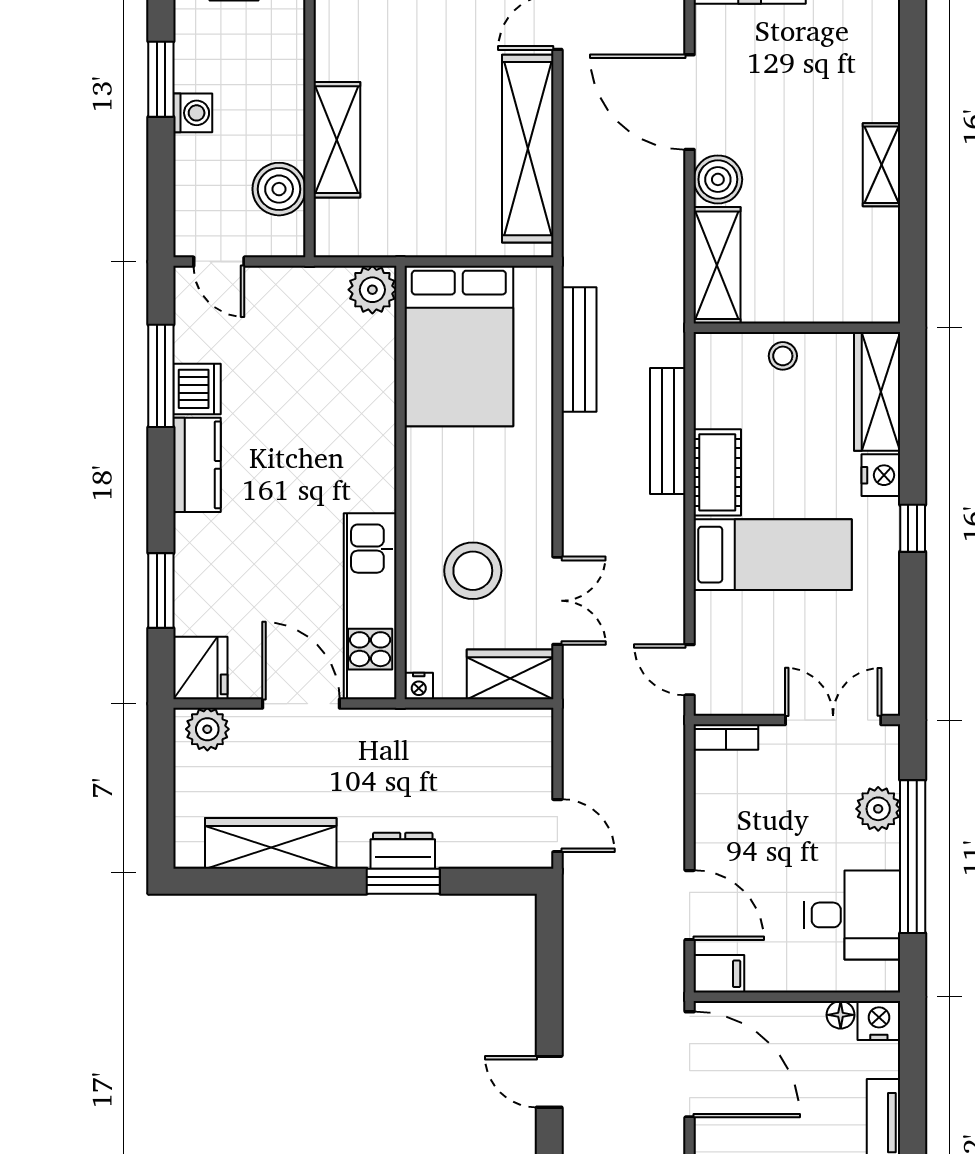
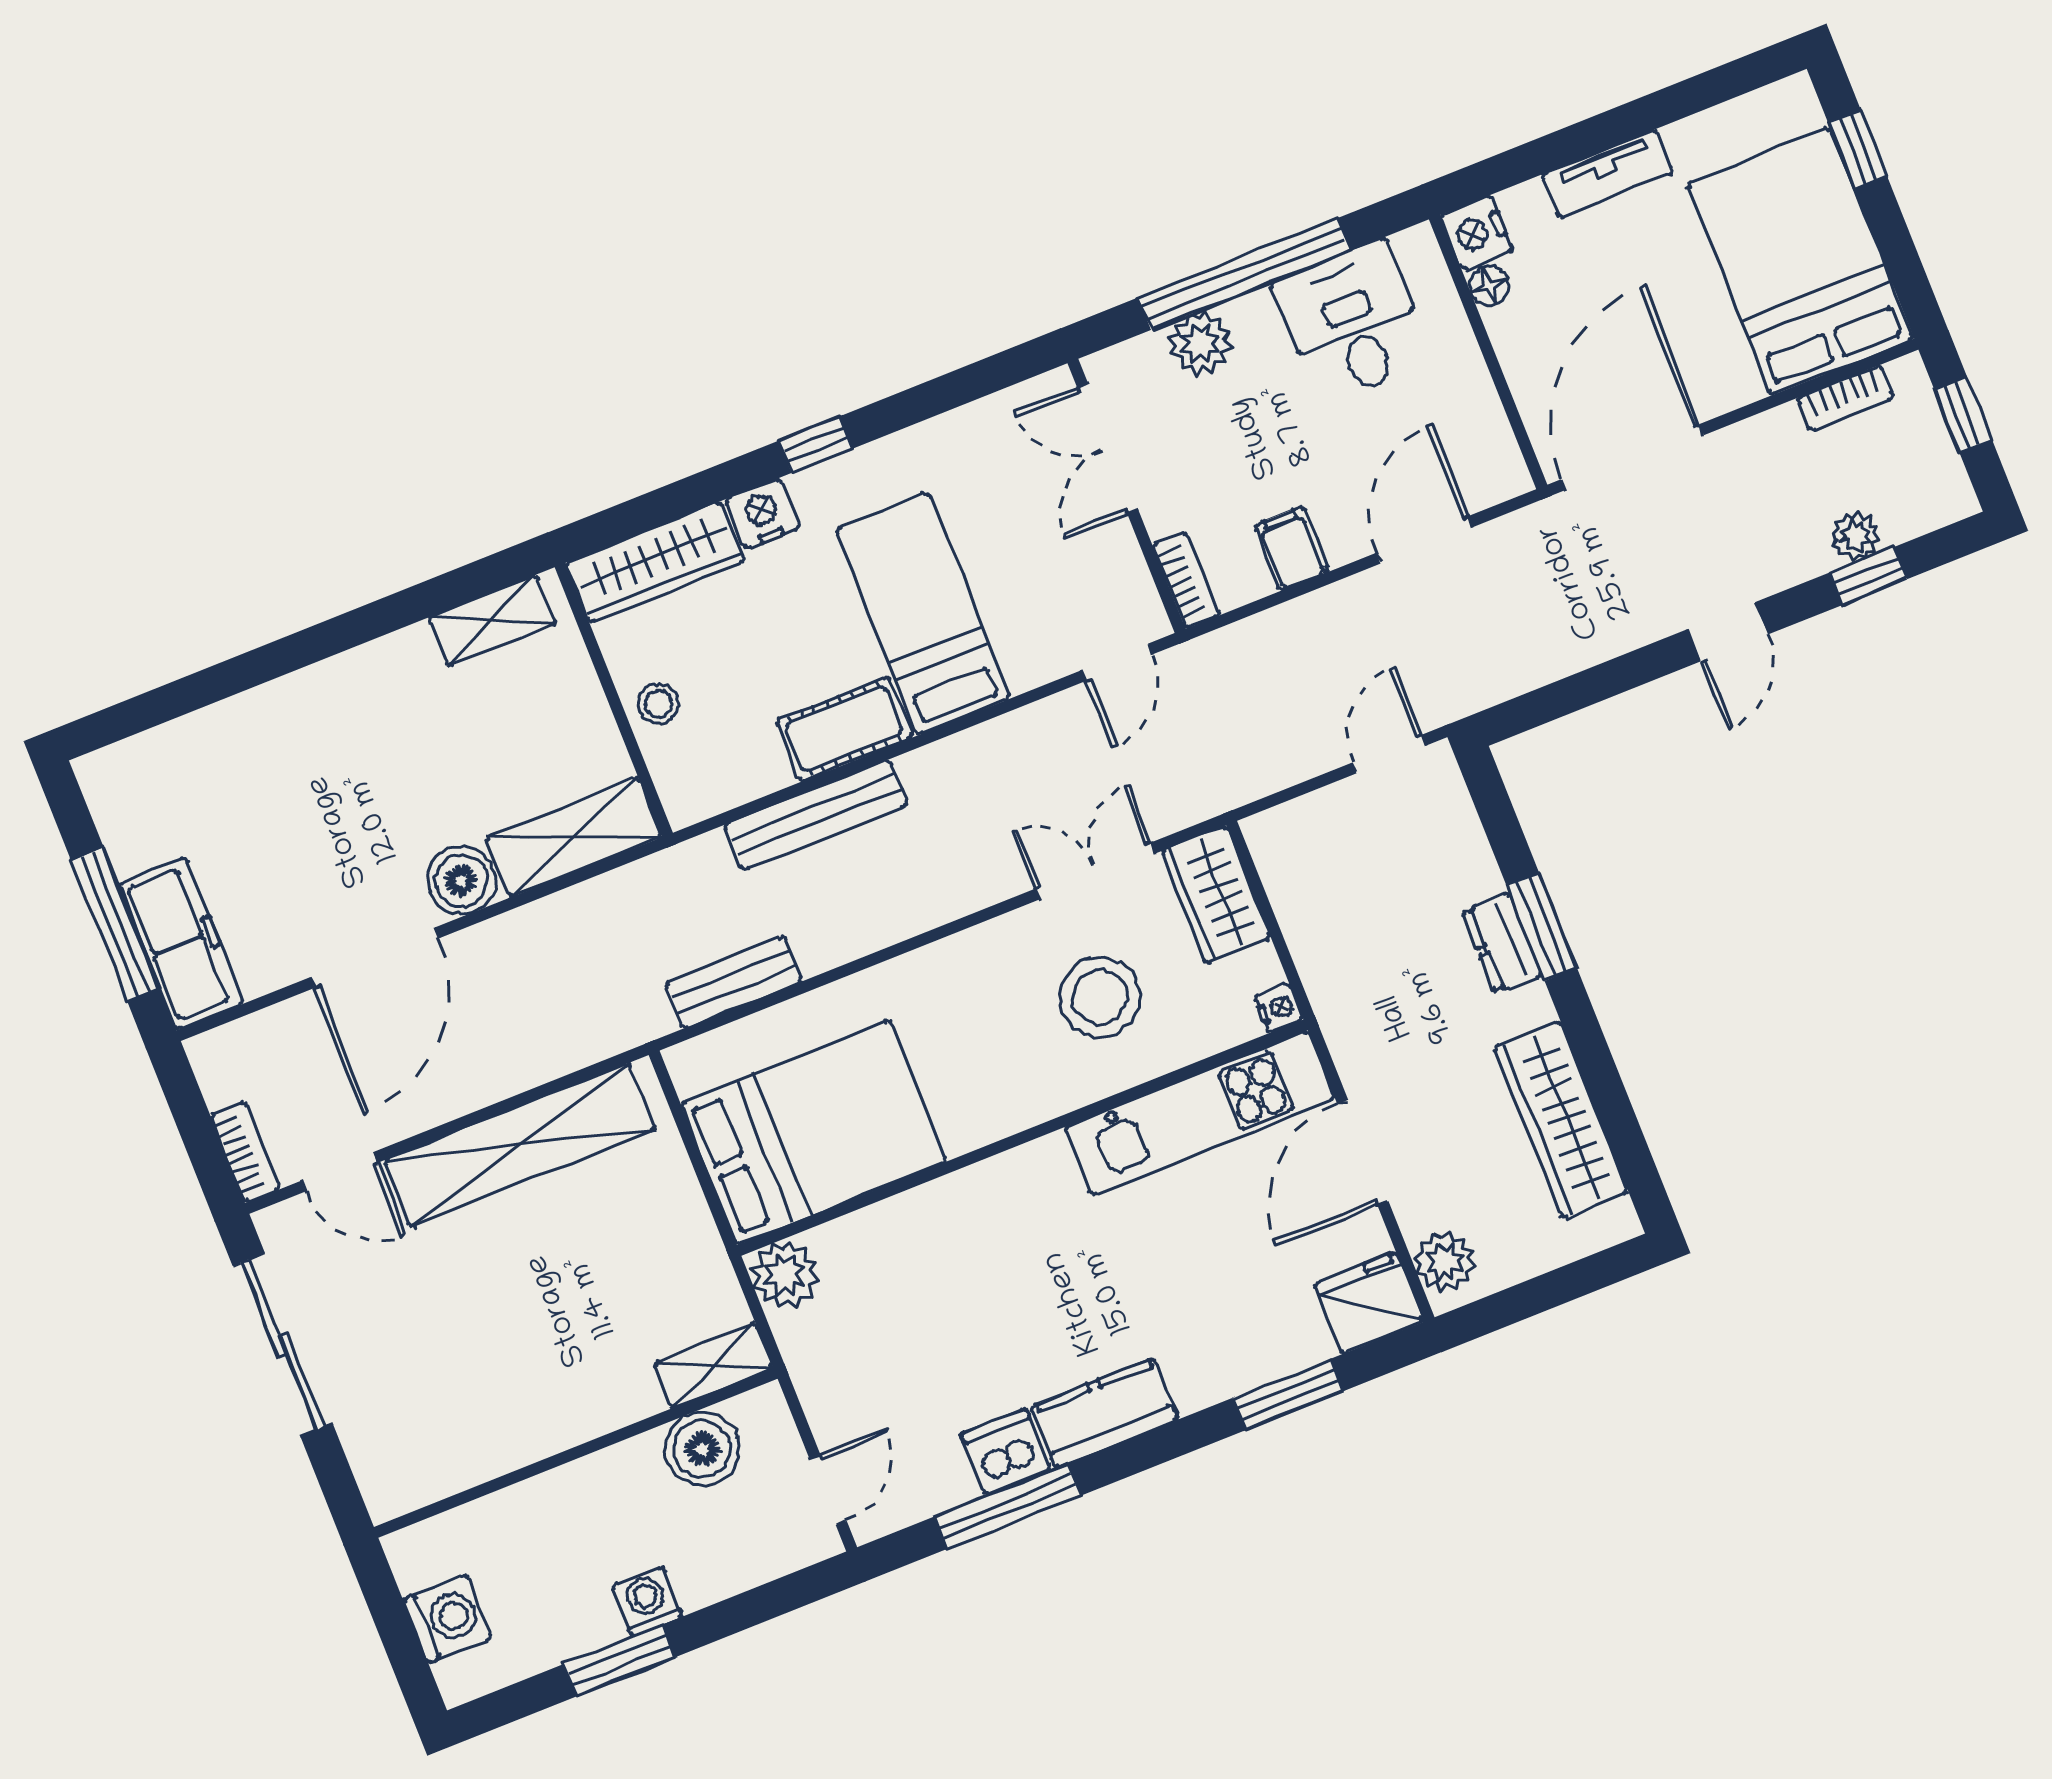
shelving: (337, 140) -> (714, 1365), moved, width x0.67, depth x0.75
shelving: (882, 165) -> (492, 620), moved
bench: (579, 349) -> (734, 982), width x0.73
filing cabinet: (719, 974) -> (1291, 548), moved

